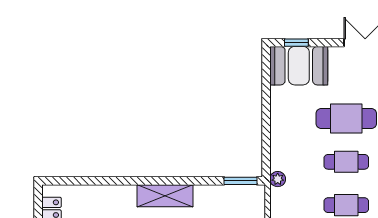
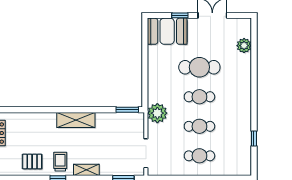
window: (296, 43) -> (180, 15), moved
plant: (278, 179) -> (157, 113), width x1.88, depth x1.88

